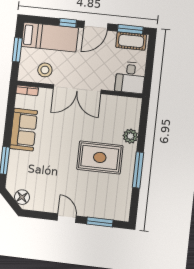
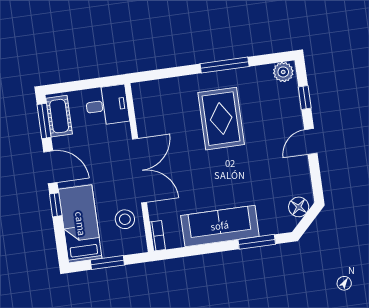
sofa: (24, 130) -> (220, 226), width x1.36
plant: (130, 136) -> (283, 72), moved
window: (100, 222) -> (305, 97), width x0.67

